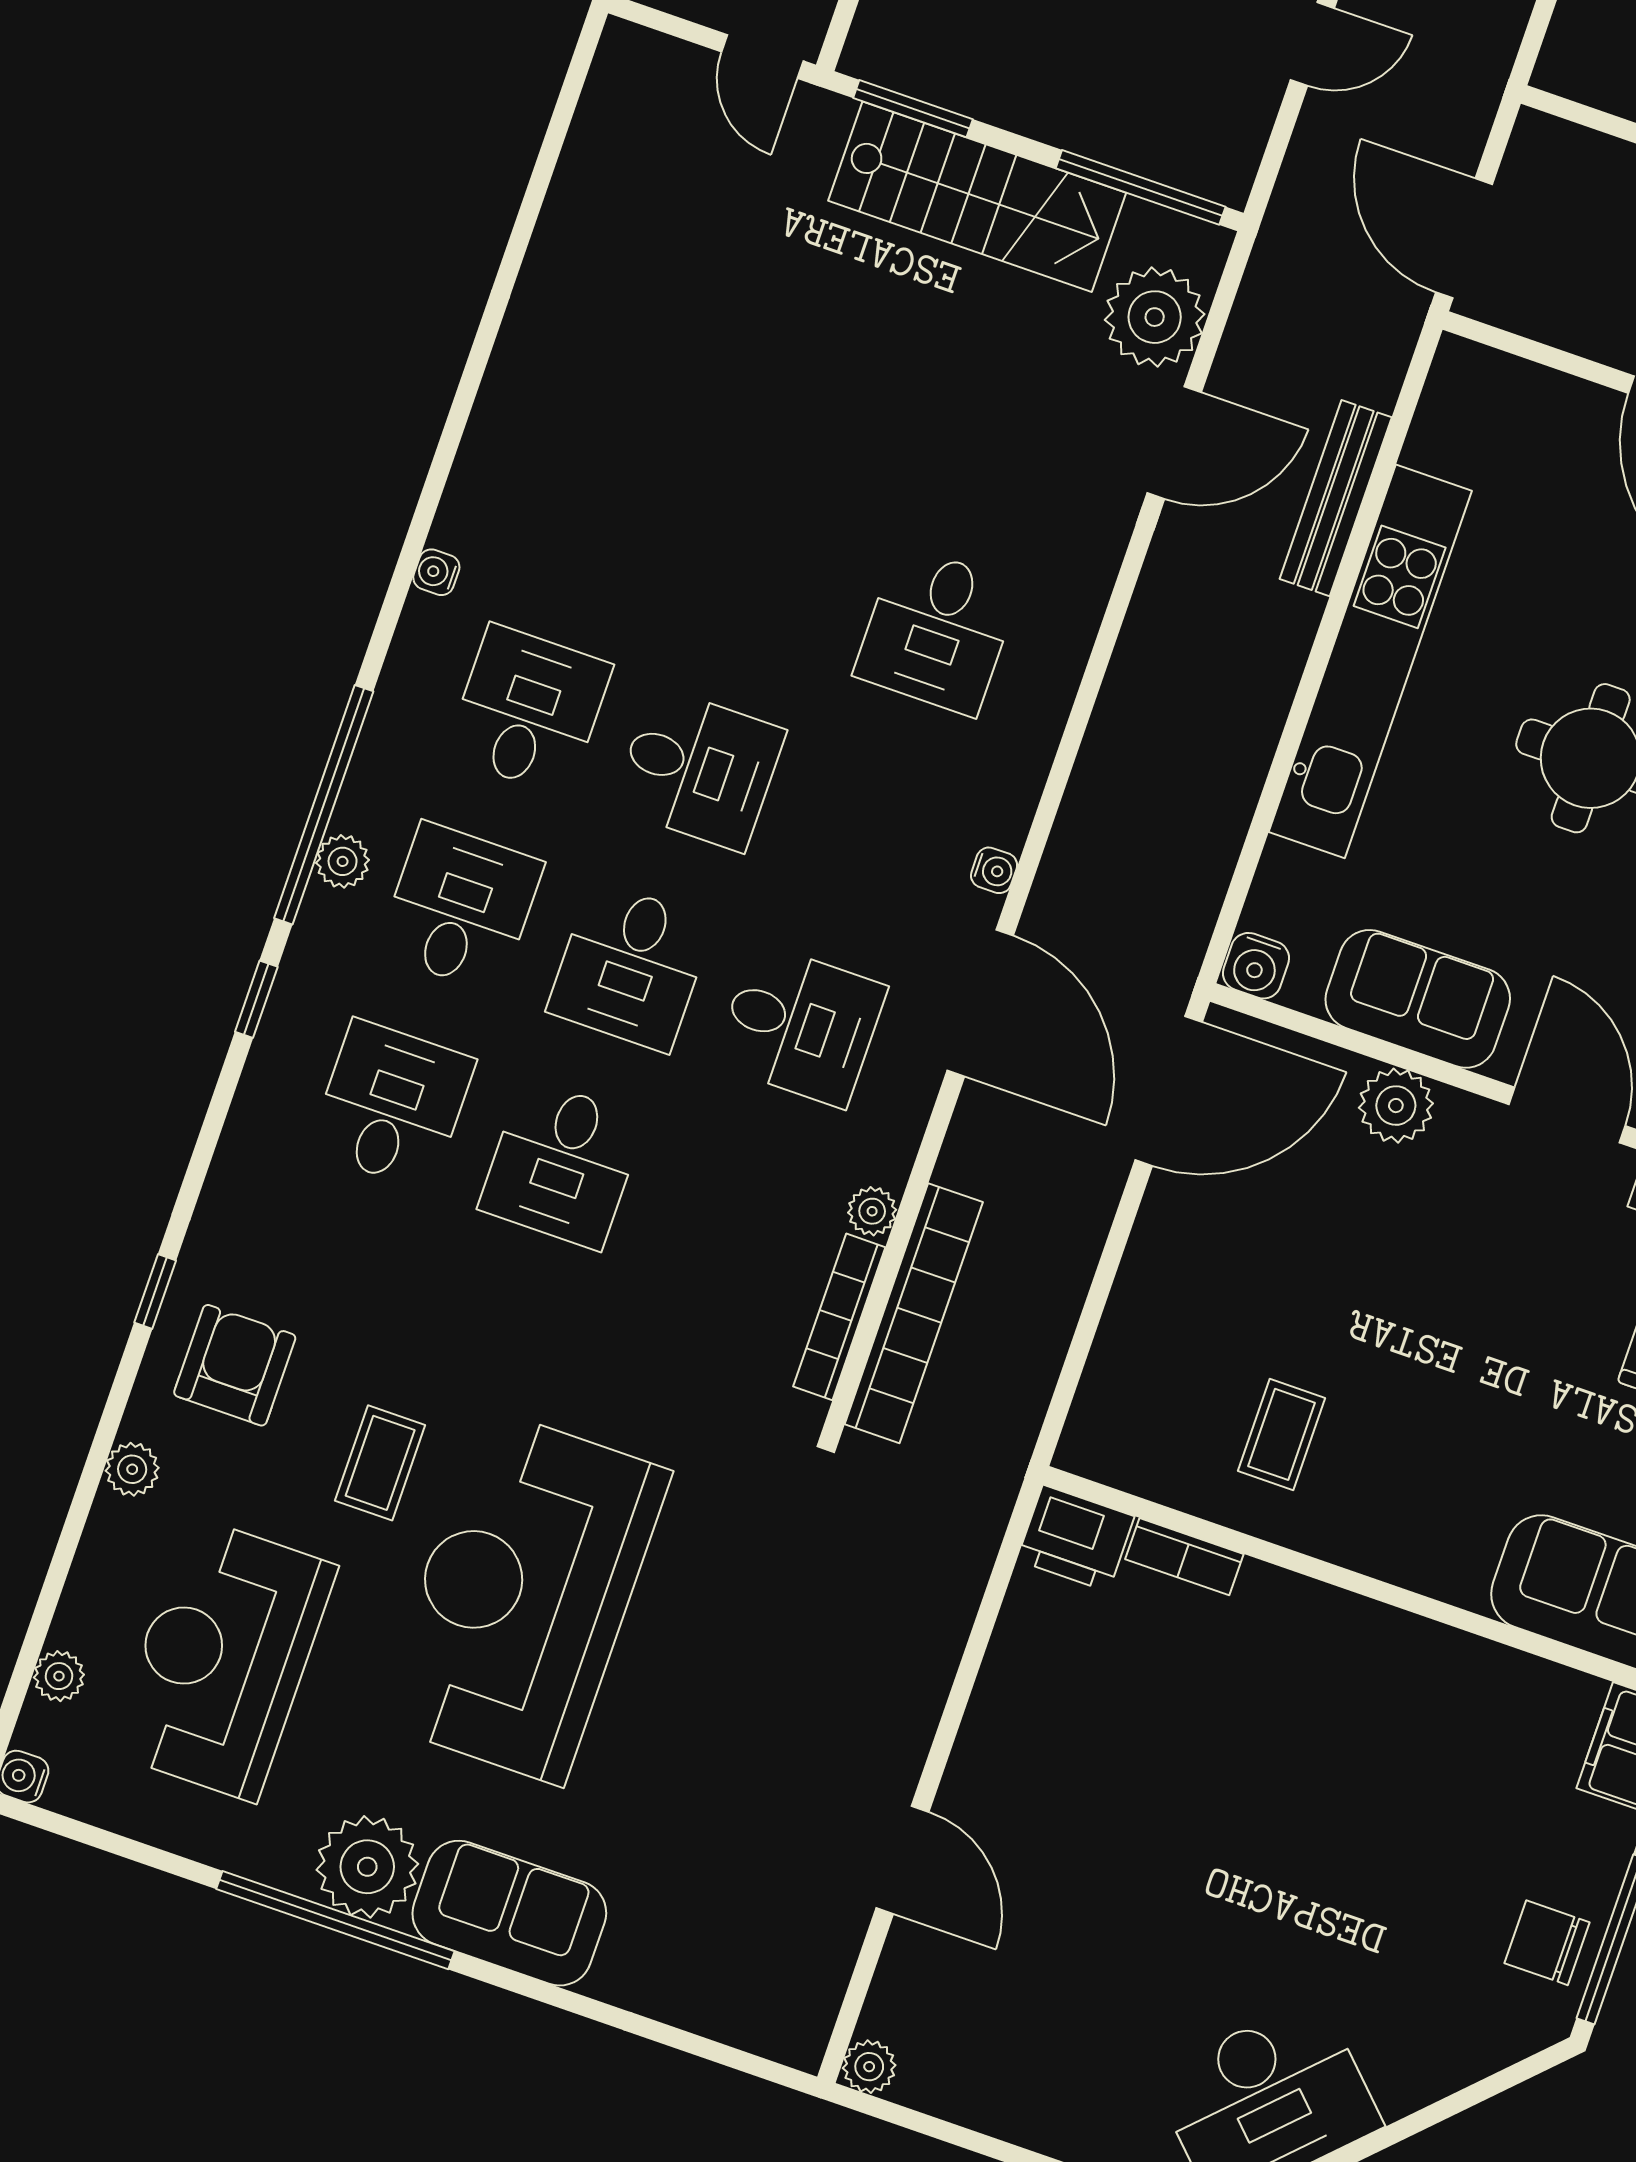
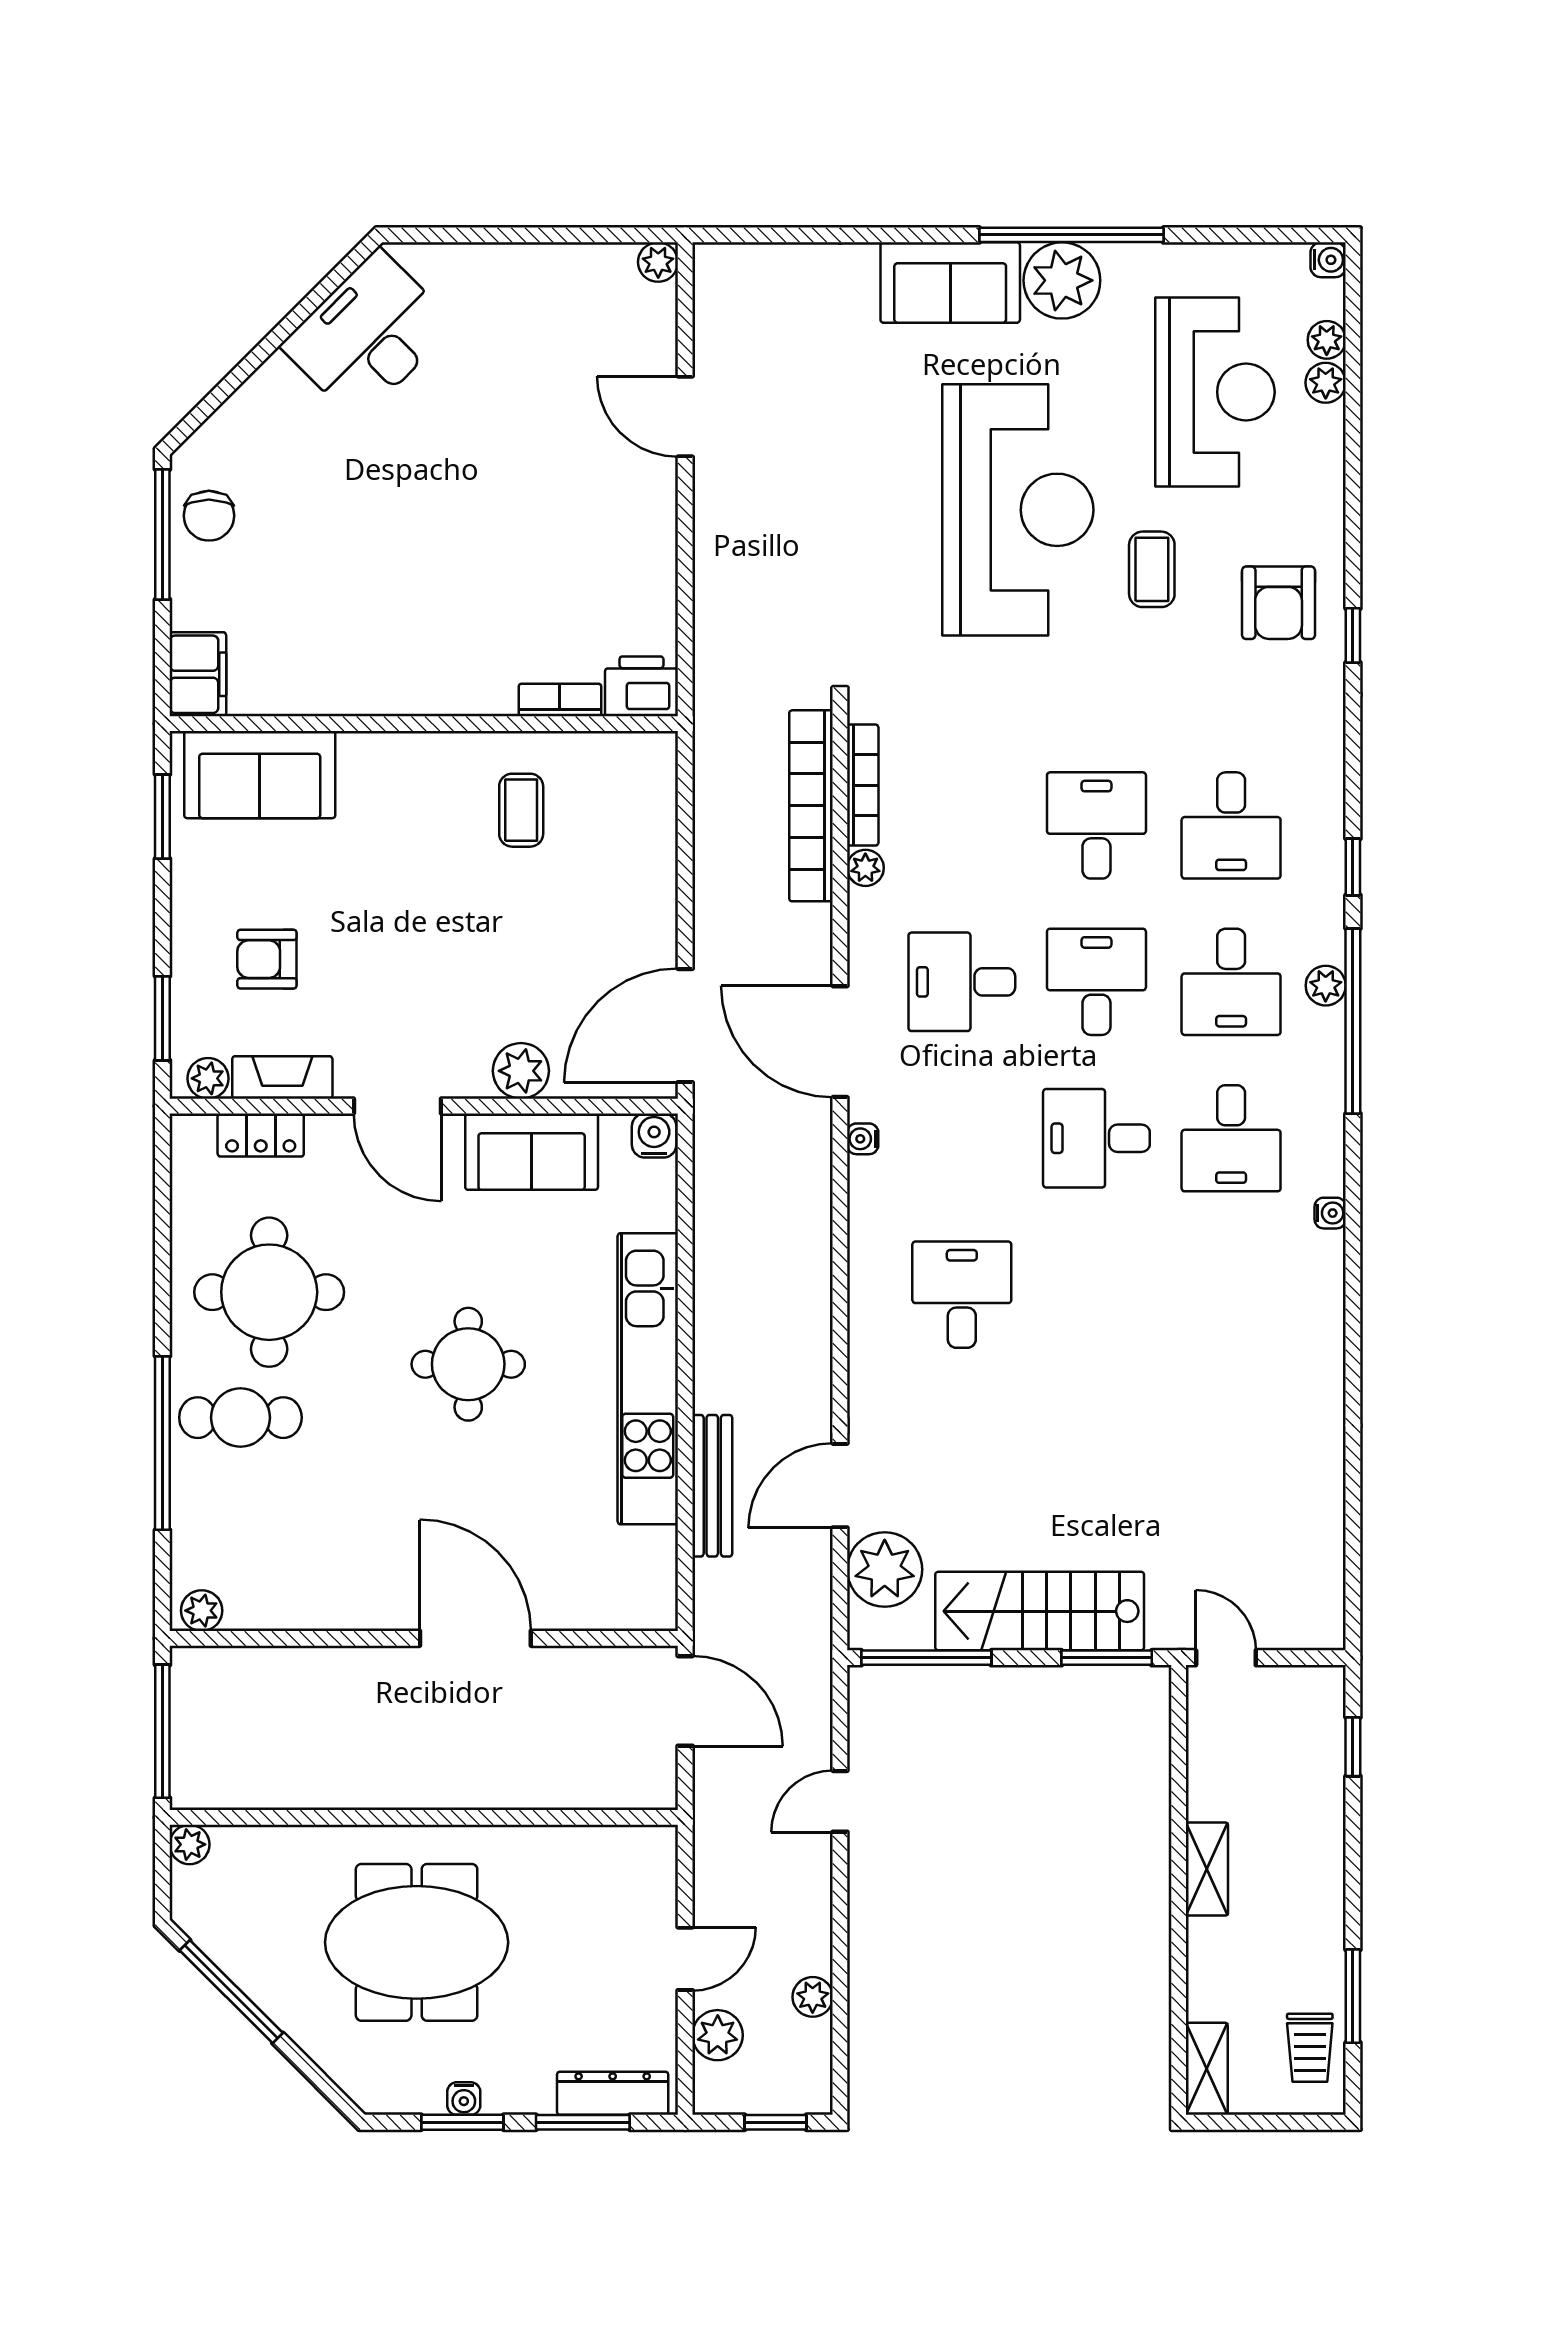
plant: (132, 1469) -> (1326, 383), moved
chair: (1547, 1943) -> (209, 516), turned 90

